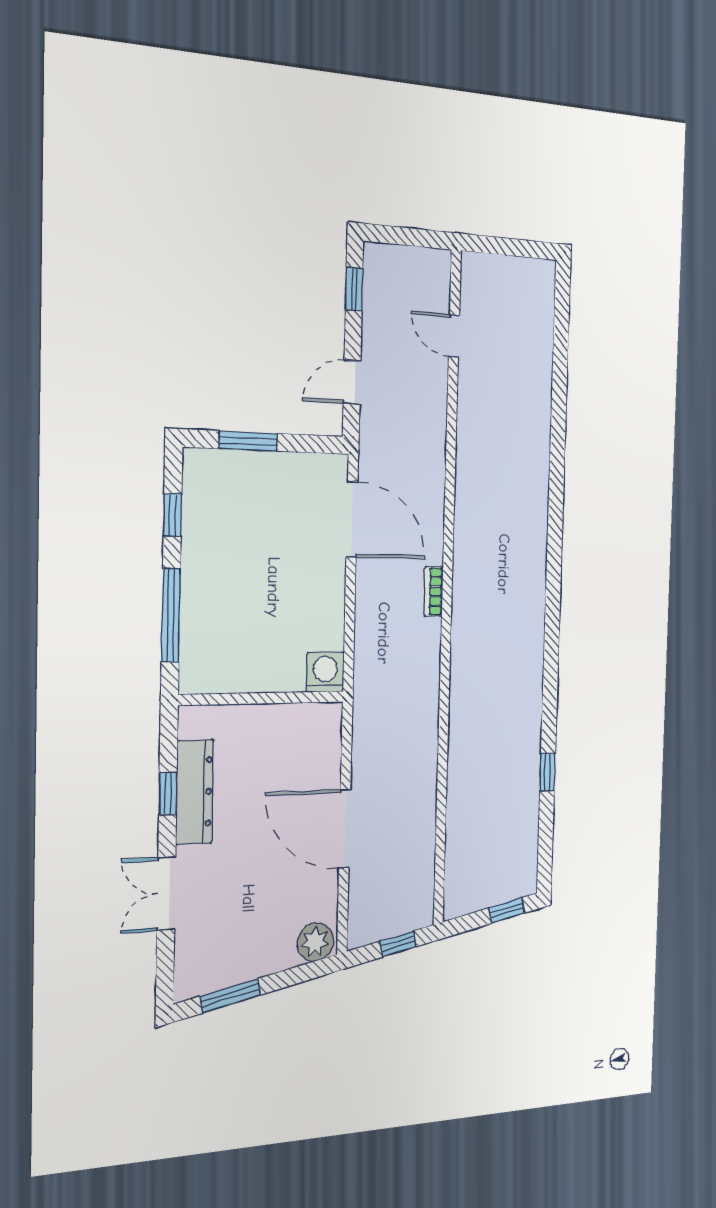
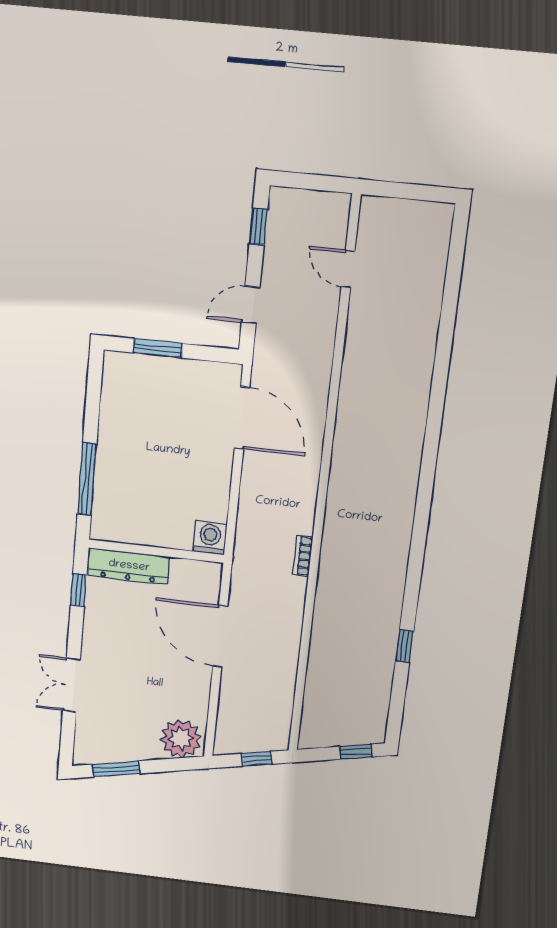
window: (172, 515) -> (93, 402), removed
bookcase: (434, 591) -> (303, 556), moved
dresser: (194, 792) -> (129, 566), moved, turned 90
window: (168, 793) -> (79, 590), moved
door: (345, 829) -> (220, 636), moved
plant: (315, 942) -> (181, 739), width x1.36, depth x1.36

